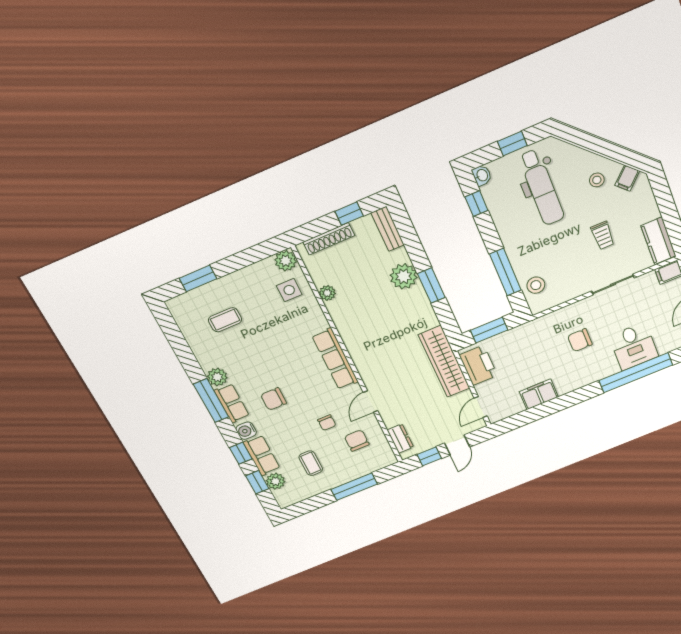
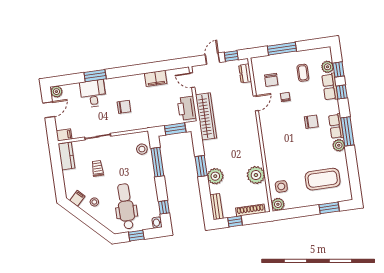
plant: (327, 293) -> (256, 175), width x1.87, depth x1.87
coffee table: (225, 320) -> (323, 179), width x1.86, depth x1.72
row of seats: (335, 359) -> (268, 137), removed
window: (636, 373) -> (95, 76), width x0.47
door: (481, 407) -> (192, 80), swing flipped
water cooler: (246, 431) -> (334, 106), removed

